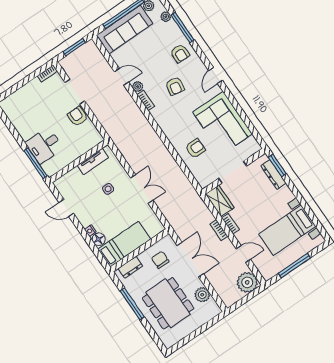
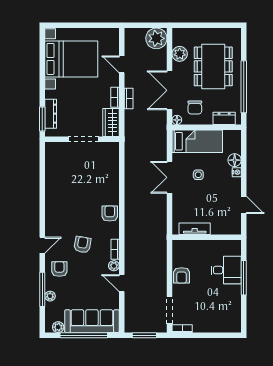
plant: (166, 17) -> (50, 296), moved
door: (215, 75) -> (42, 245), moved
doorway: (75, 92) -> (169, 310), moved
corner sofa: (222, 123) -> (64, 186), removed
armchair: (195, 148) -> (110, 214), moved, turned 90
window: (36, 163) -> (244, 278), moved
side table: (108, 189) -> (198, 175), moved
bed with nightstands: (287, 230) -> (71, 59), width x1.36
floor lamp: (168, 240) -> (177, 120), added
bed: (124, 244) -> (197, 141), moved, turned 180
window: (294, 266) -> (86, 25), removed
plant: (247, 282) -> (156, 38), moved
window: (132, 304) -> (244, 87), width x1.46

